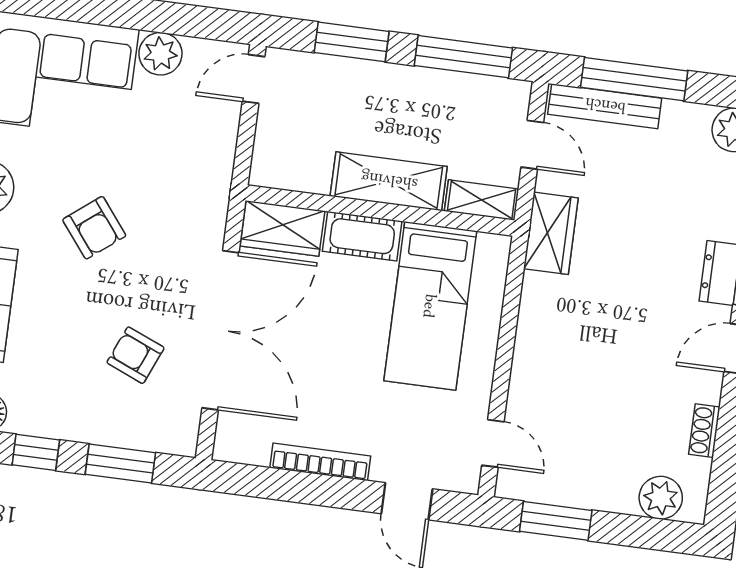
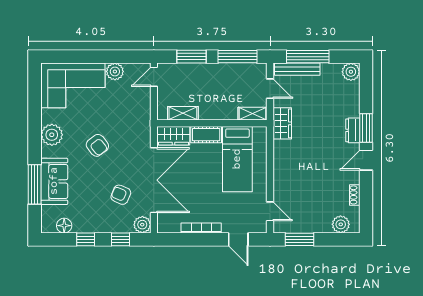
shelving: (389, 181) -> (183, 113), moved, width x0.67, depth x0.75
plant: (178, 435) -> (142, 225), added
window: (120, 464) -> (121, 239), width x0.67

